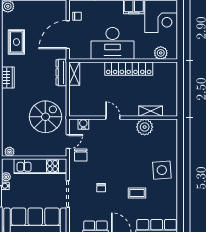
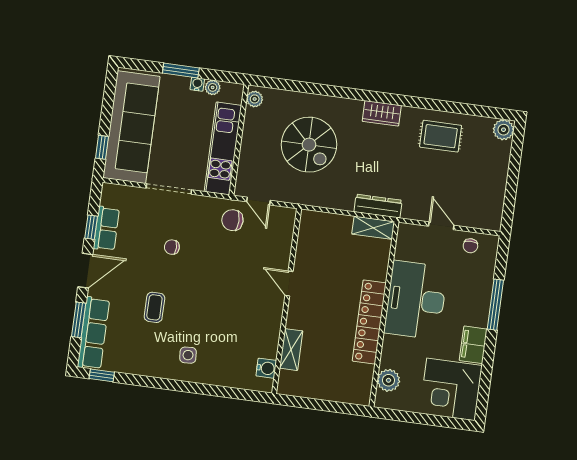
door: (68, 35) -> (441, 226), width x0.53
spiral stairs: (45, 117) -> (309, 145), moved
door: (113, 118) -> (289, 283), swing flipped
water cooler: (83, 124) -> (266, 368), moved
plant: (145, 127) -> (266, 336), removed
side table: (162, 170) -> (188, 355), width x0.54, depth x0.54
window: (180, 218) -> (102, 375), added

